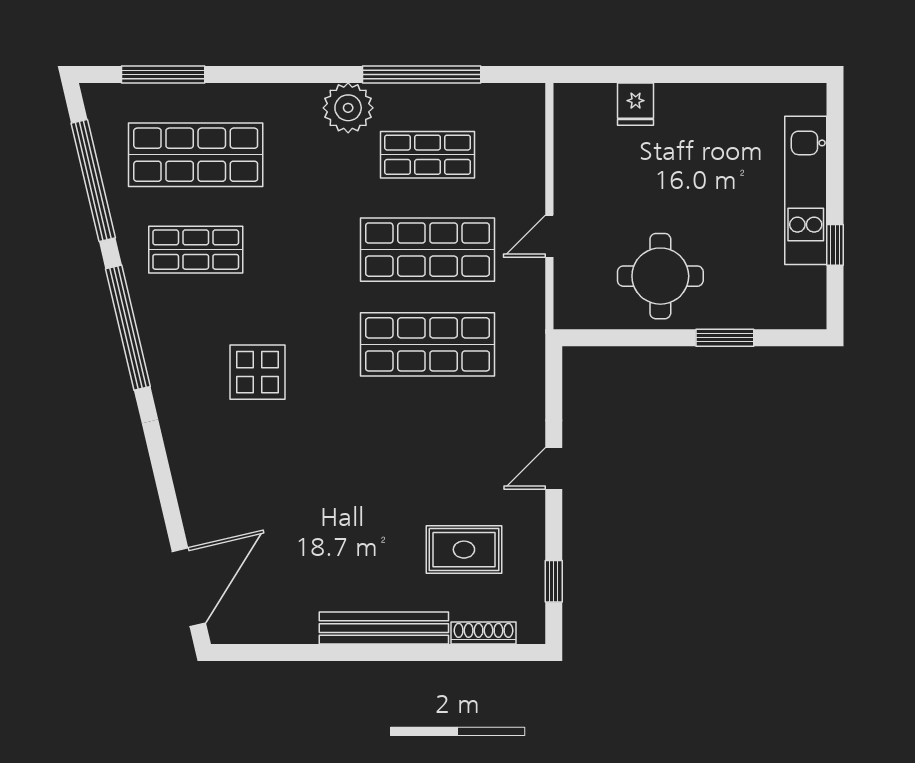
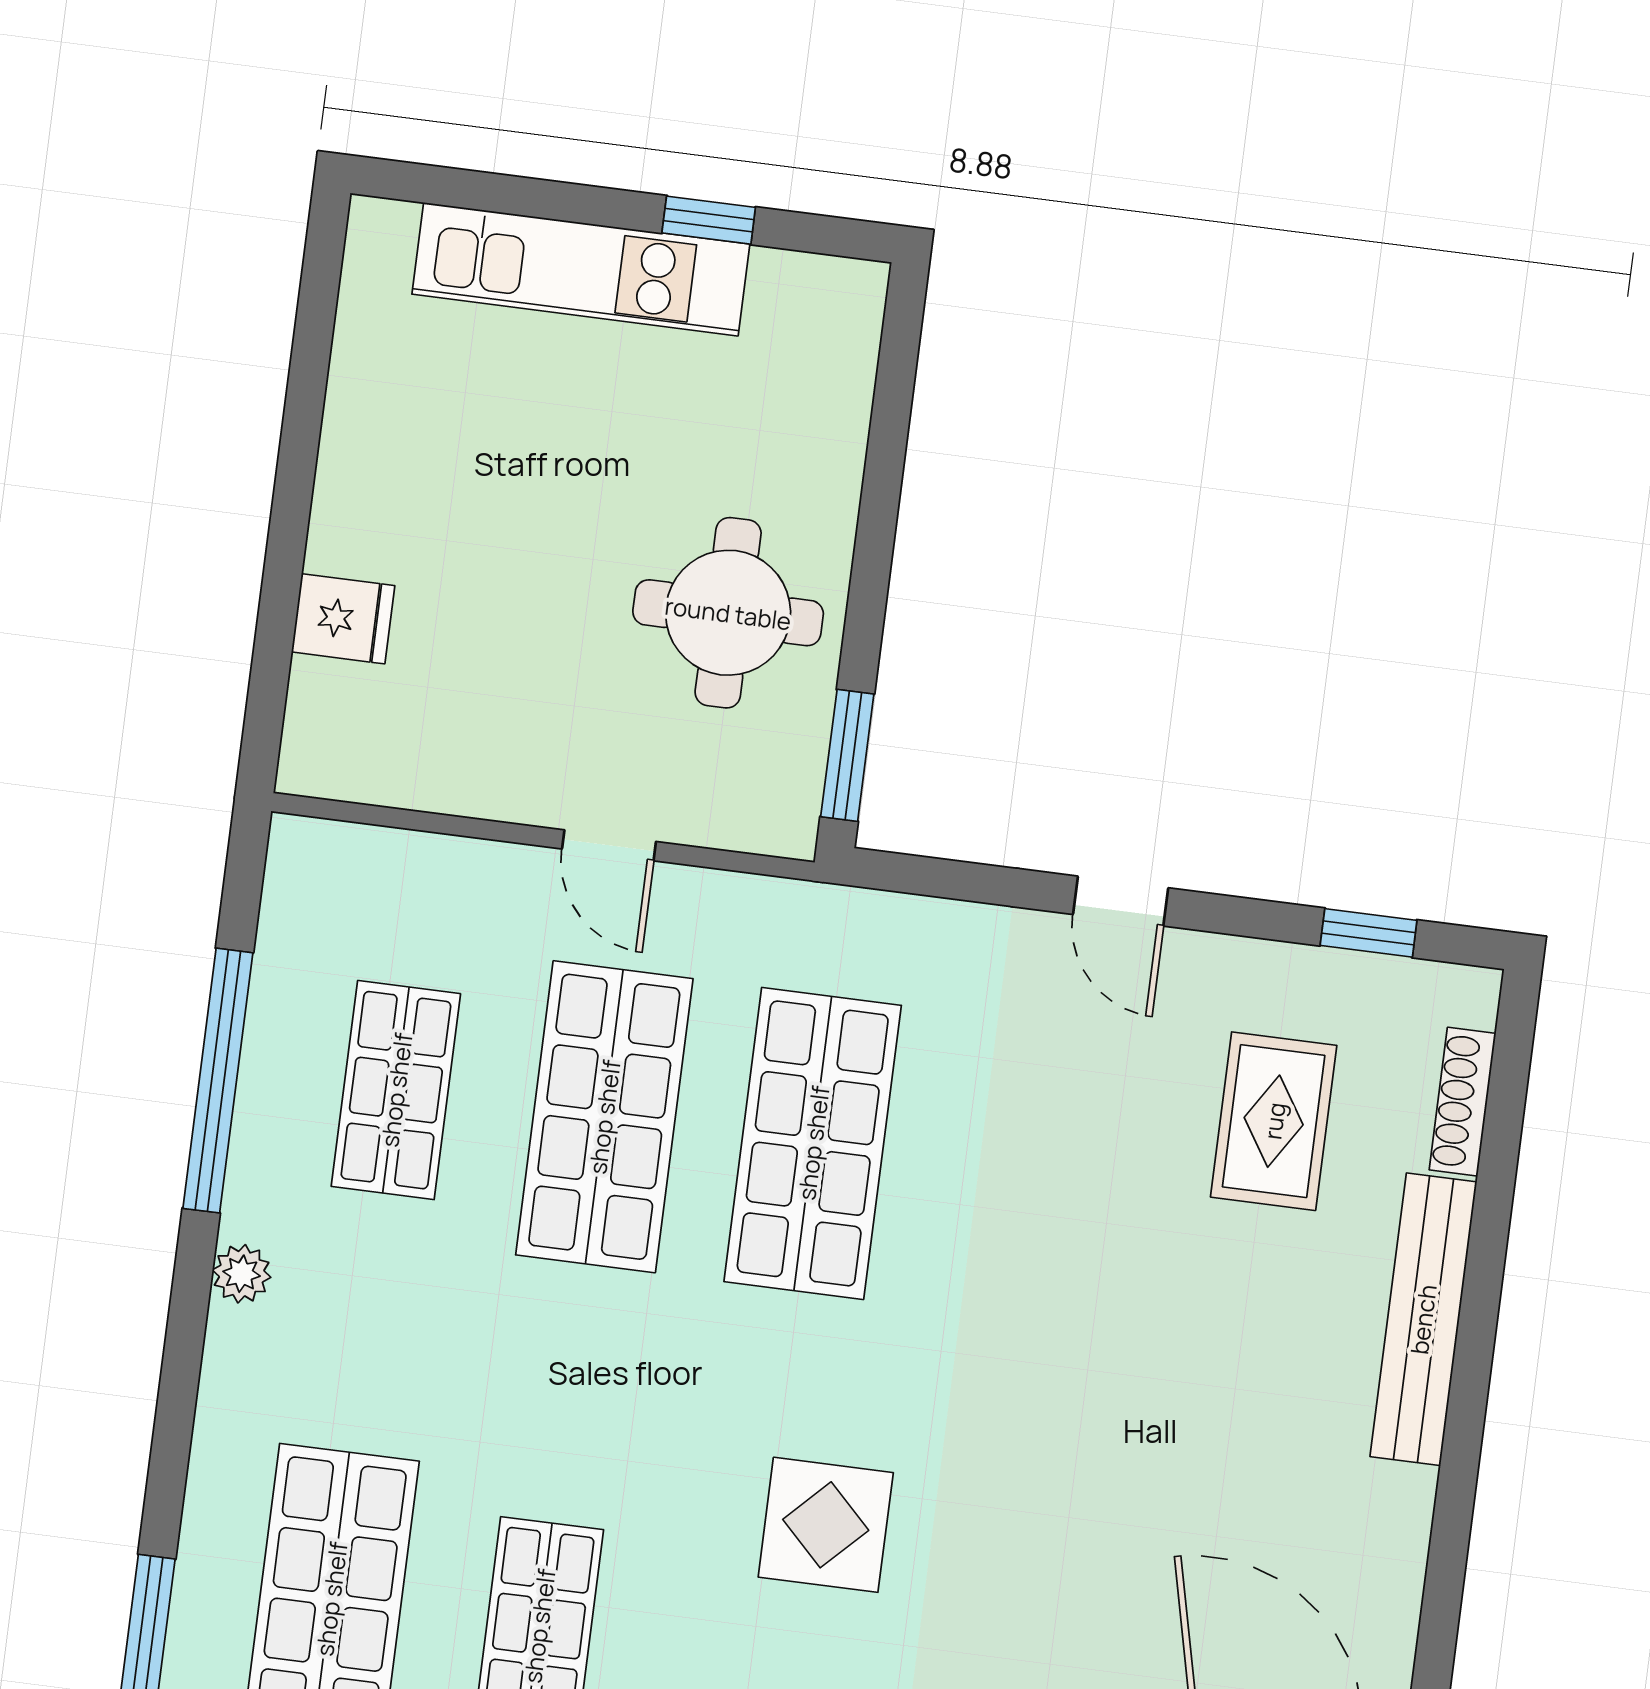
plant: (348, 108) -> (242, 1274), width x0.53, depth x0.53
window: (725, 338) -> (847, 755), moved

